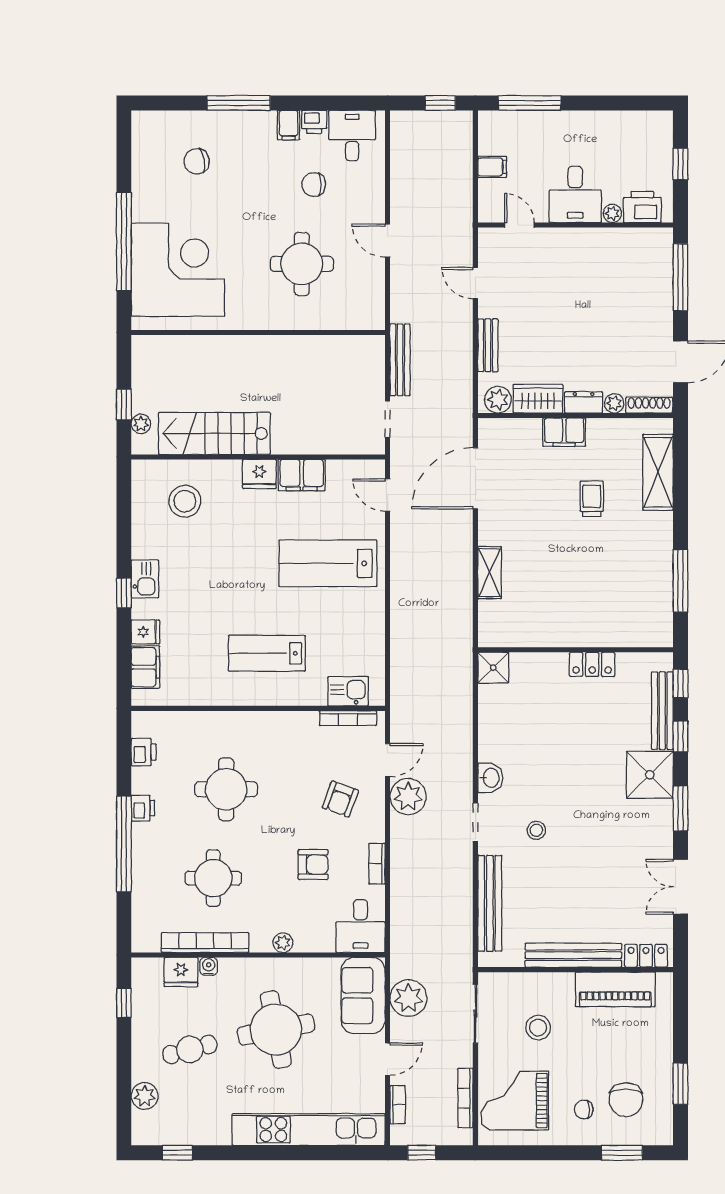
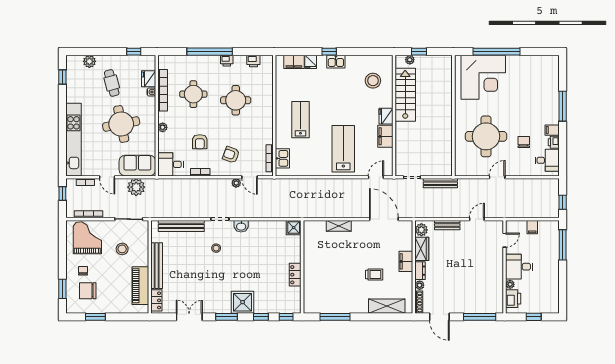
chair: (197, 161) -> (535, 86), removed
round table: (302, 264) -> (486, 136), width x1.36, depth x1.36
bench: (662, 711) -> (273, 308), removed
plant: (408, 797) -> (236, 183), width x0.53, depth x0.53

